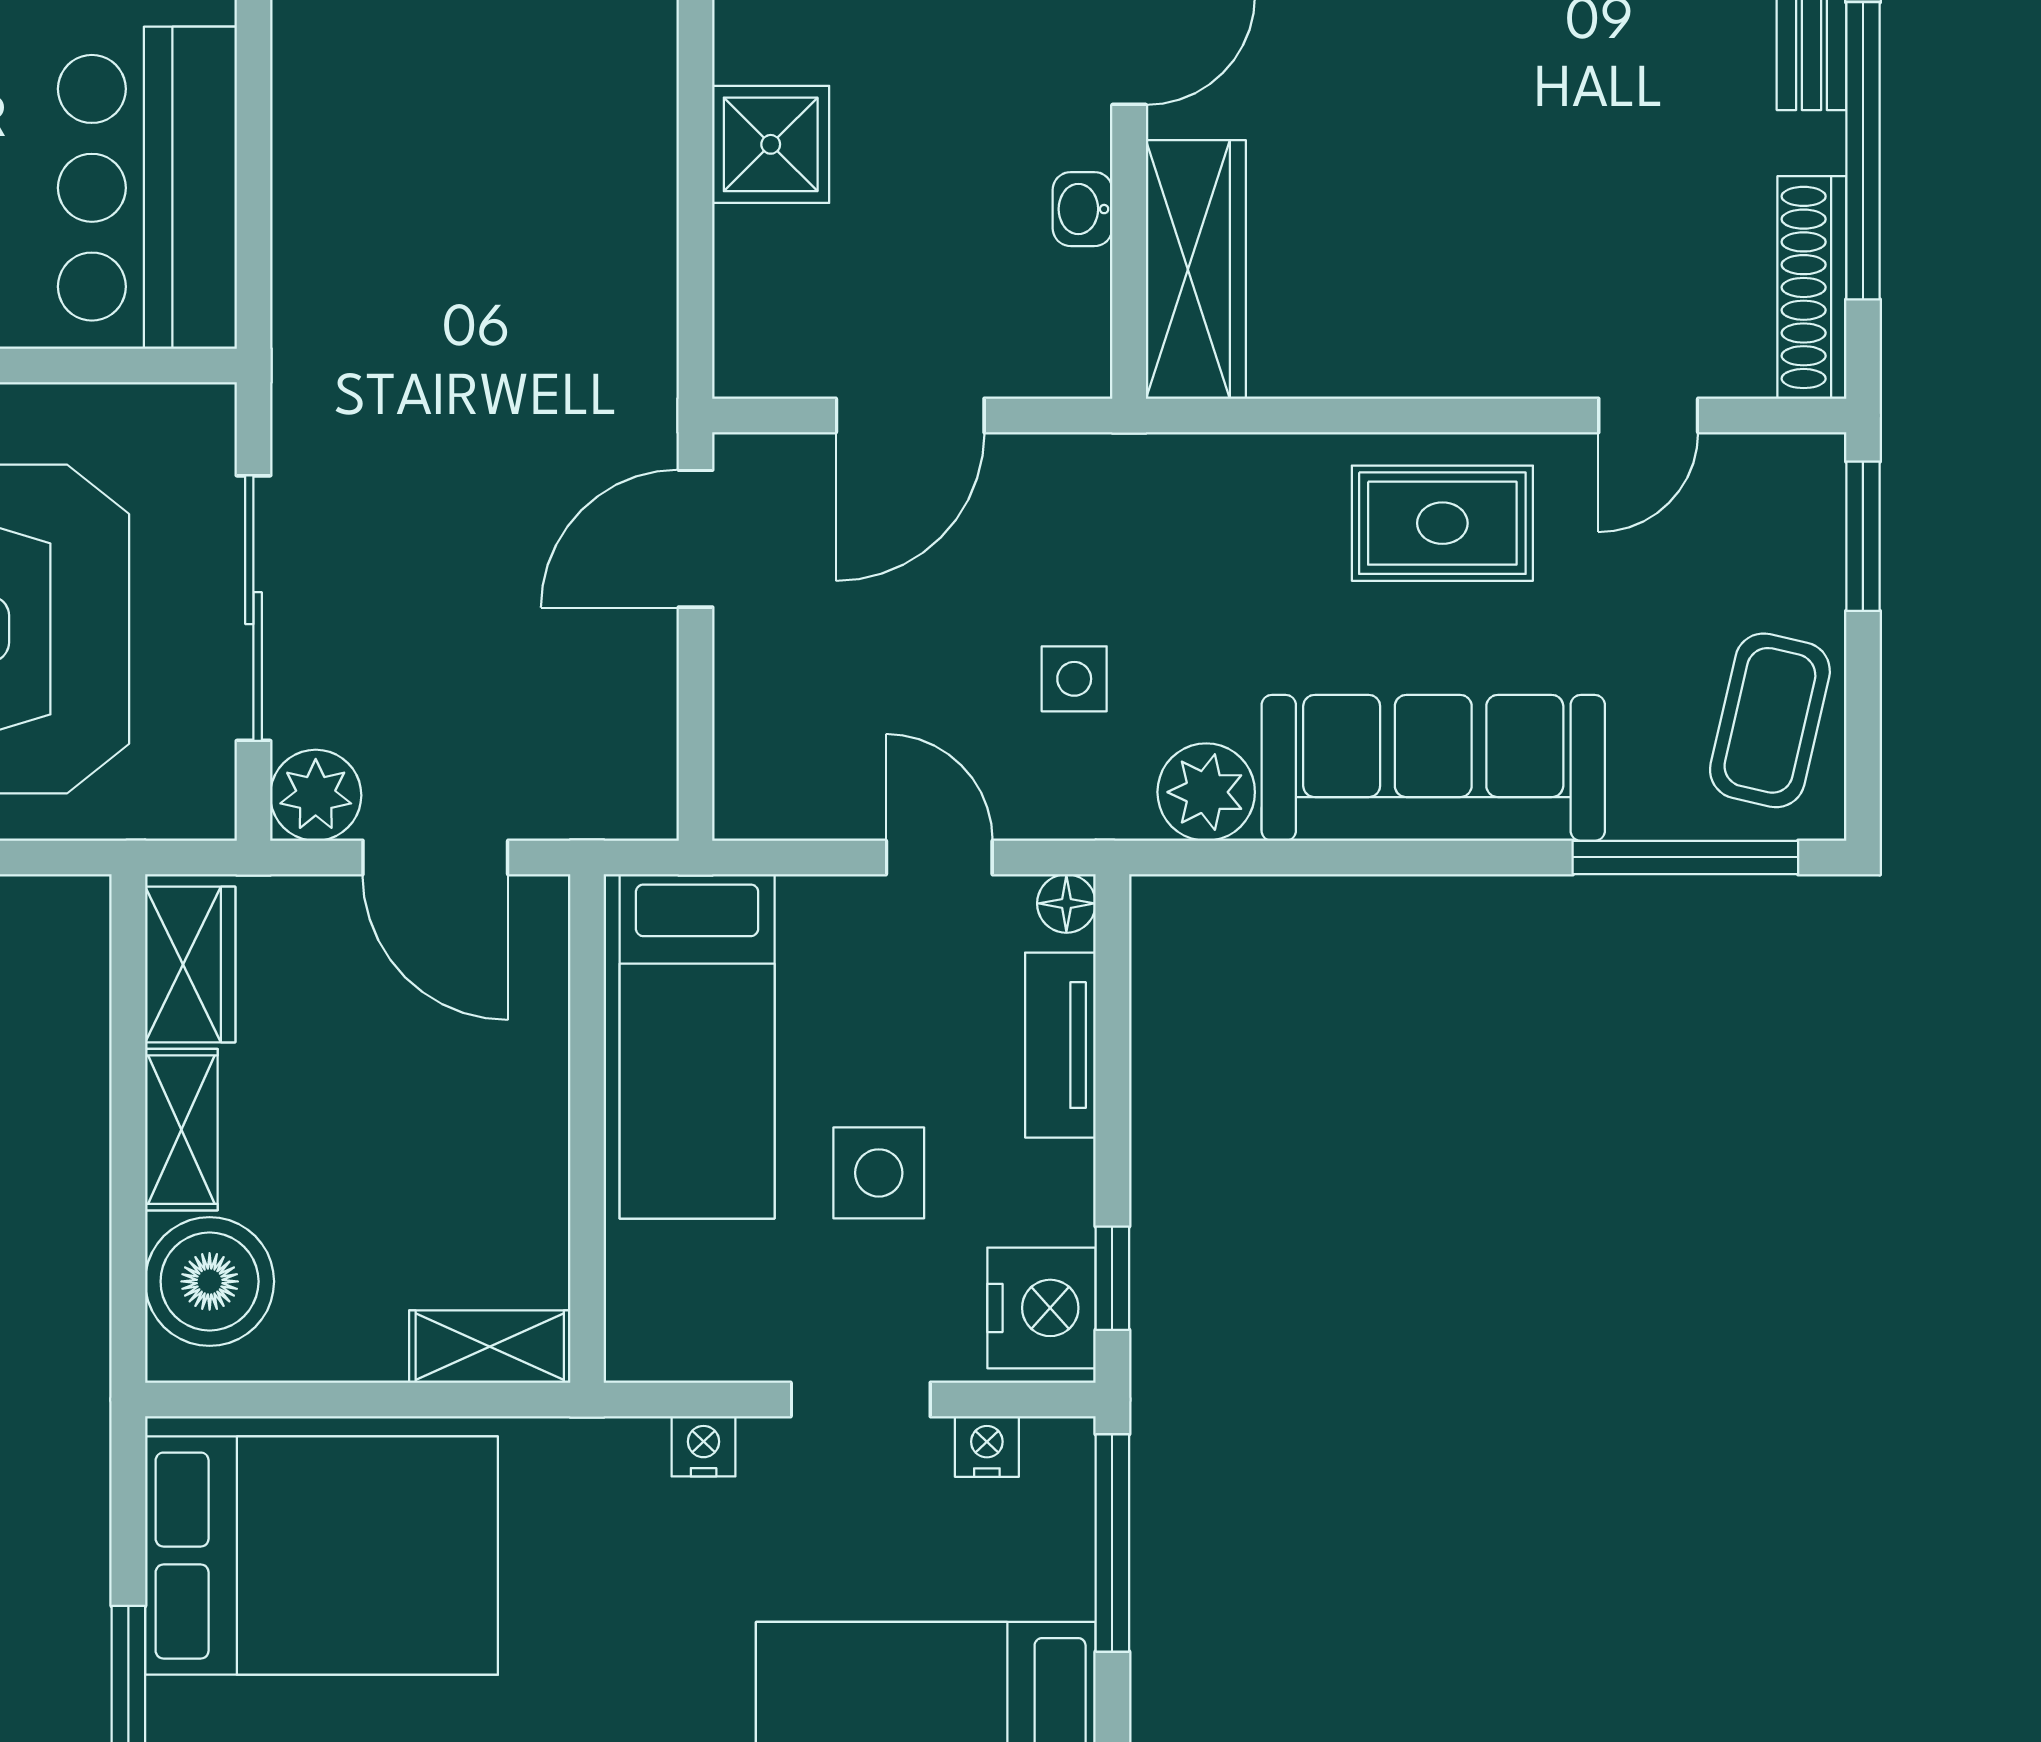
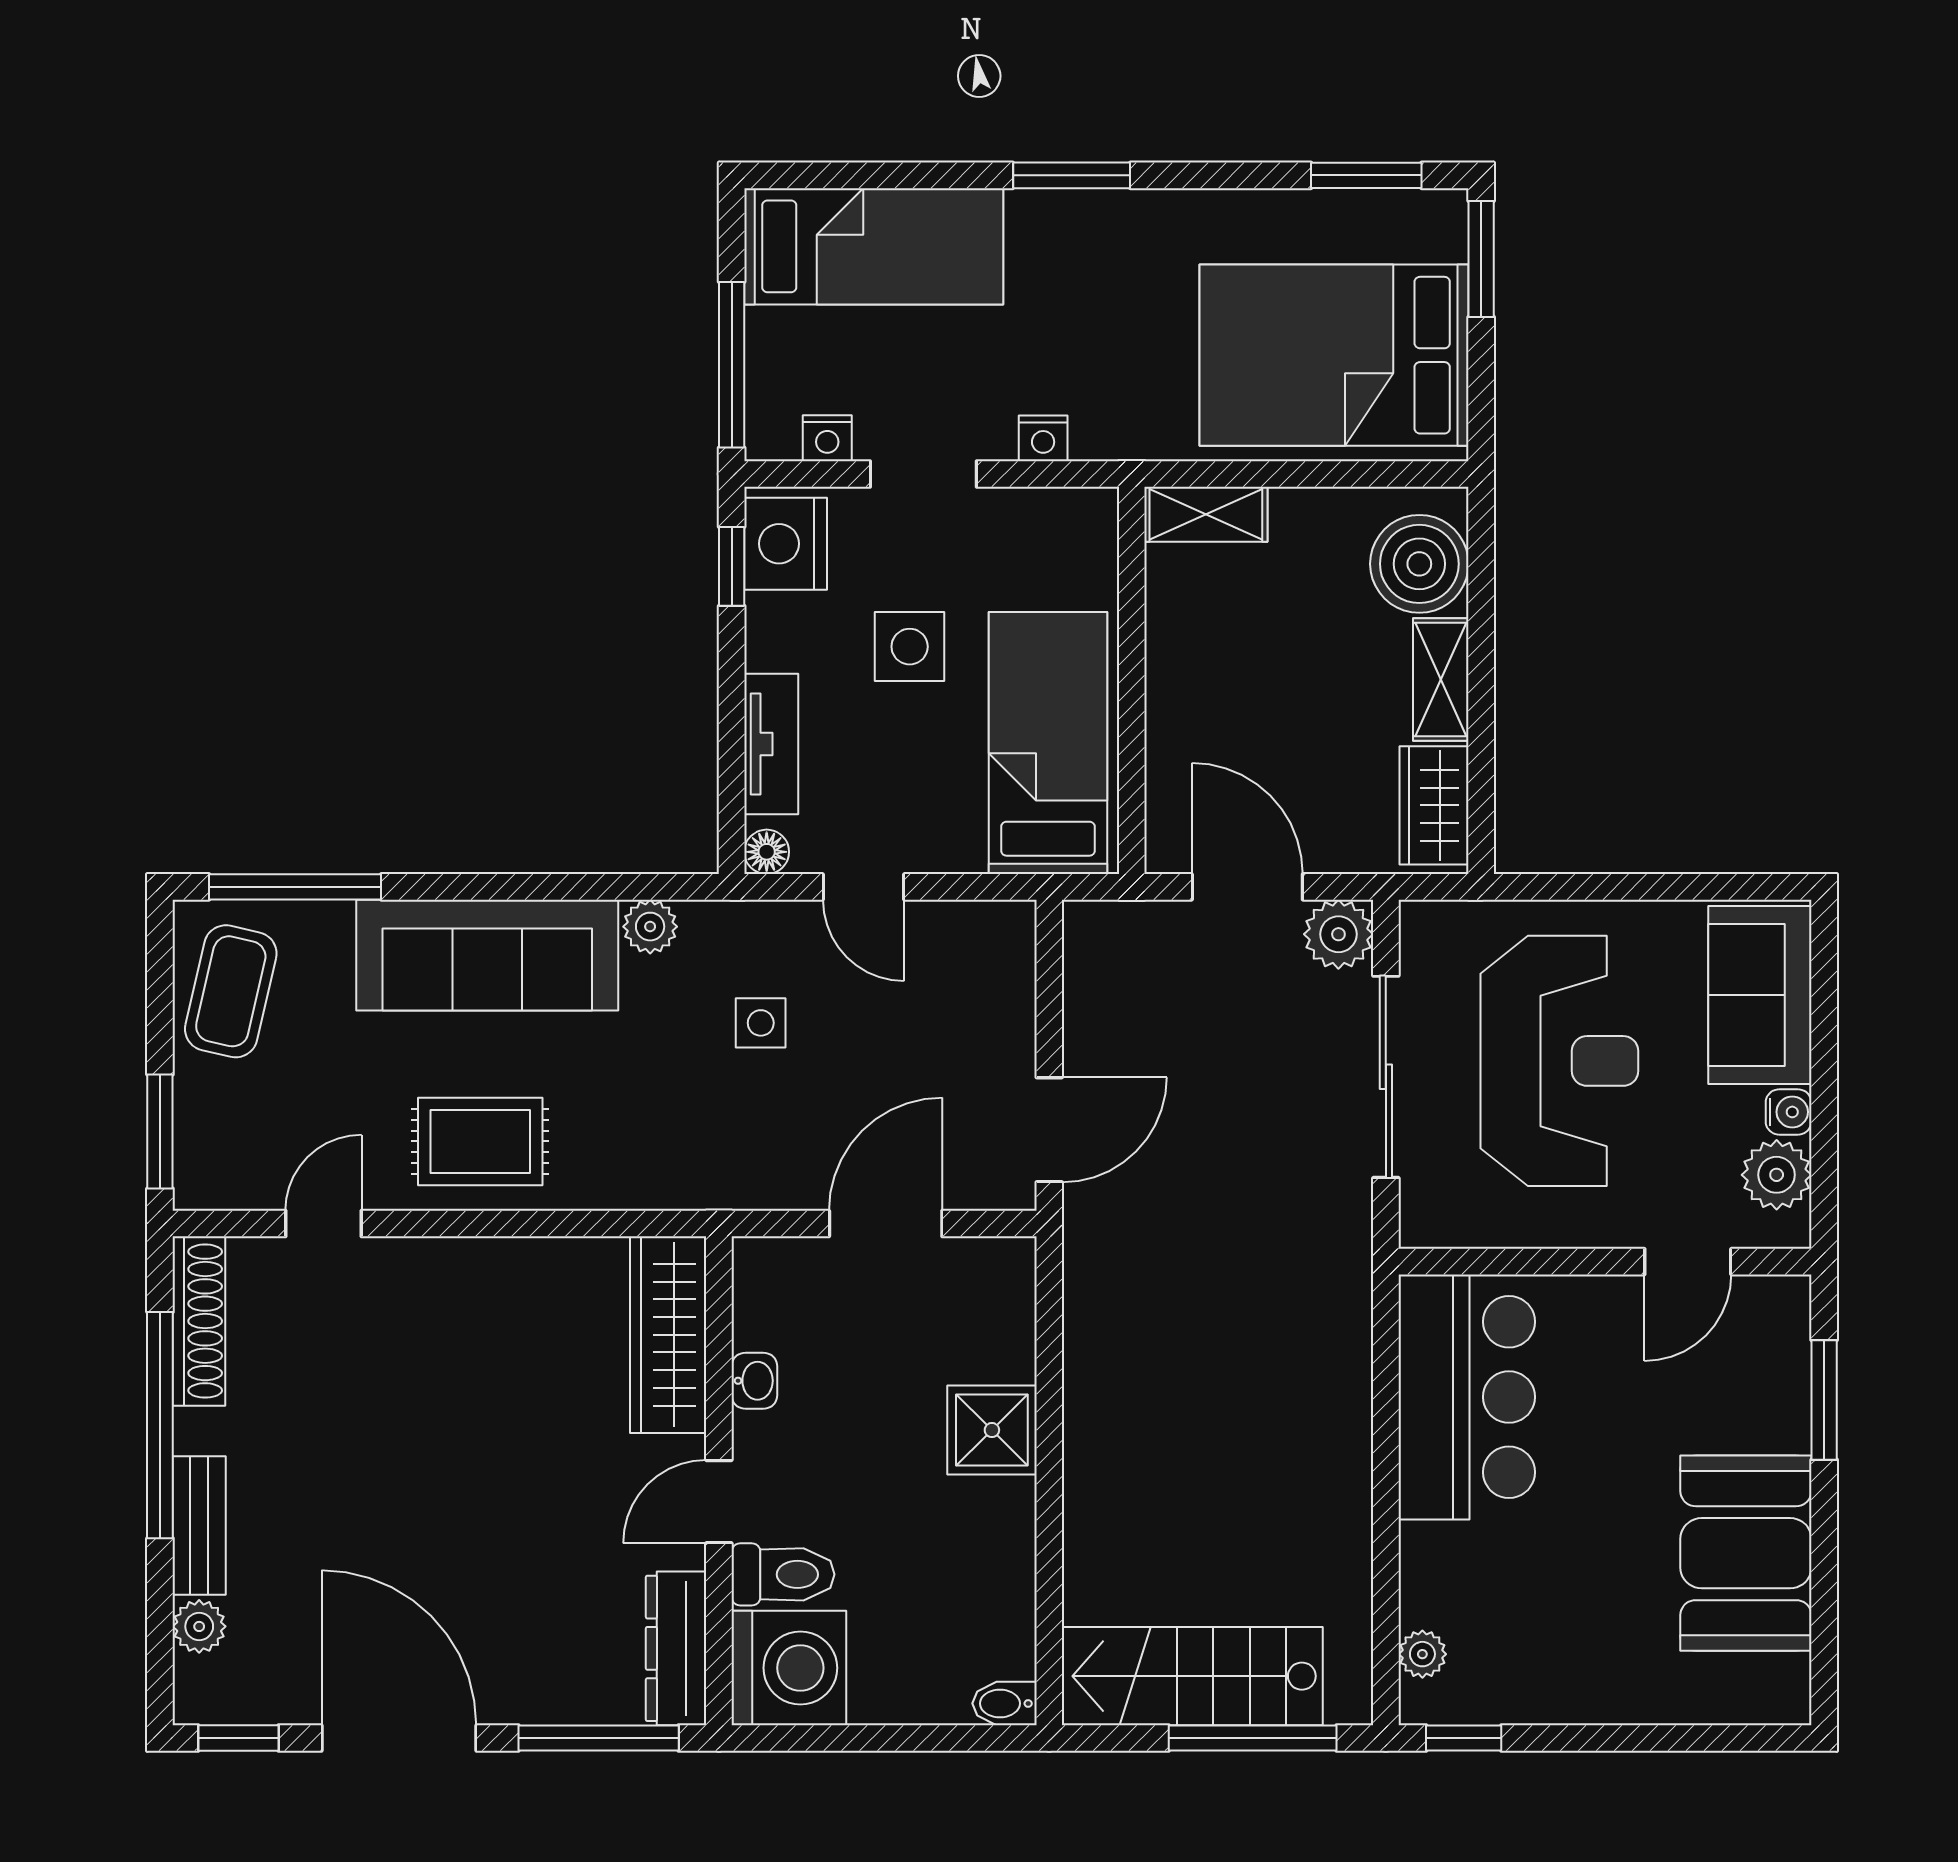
plant: (1206, 792) -> (650, 927), width x0.73, depth x0.73

